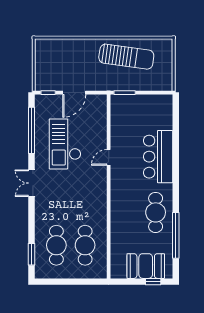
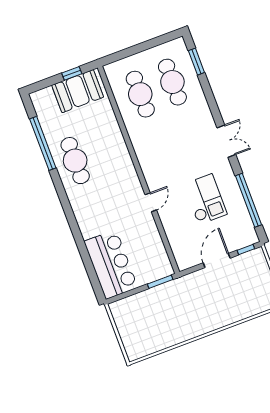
sun lounger: (126, 57) -> (173, 323), removed
checkout: (65, 144) -> (205, 199), width x0.73, depth x0.83
bar counter: (158, 157) -> (111, 264), moved
booth: (146, 266) -> (78, 91), moved
window: (153, 282) -> (72, 73), moved

